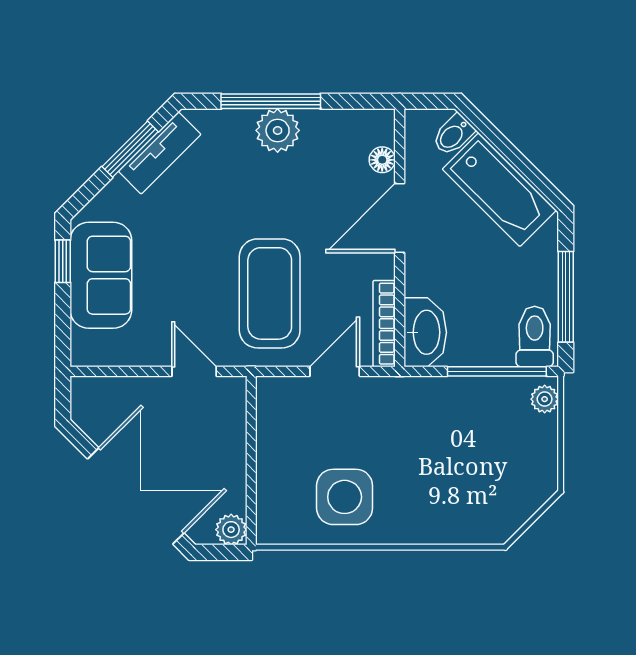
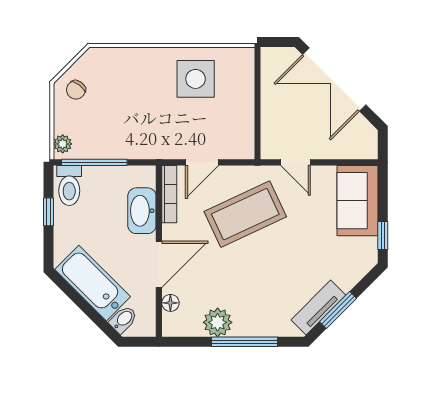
plant: (278, 130) -> (218, 322), moved
sofa: (101, 275) -> (357, 201), moved
coffee table: (270, 293) -> (245, 214), turned 65
window: (566, 297) -> (48, 212), width x0.46
washbasin: (425, 332) -> (142, 211), moved
chair: (525, 480) -> (76, 90), added
plant: (231, 530) -> (271, 57), removed

